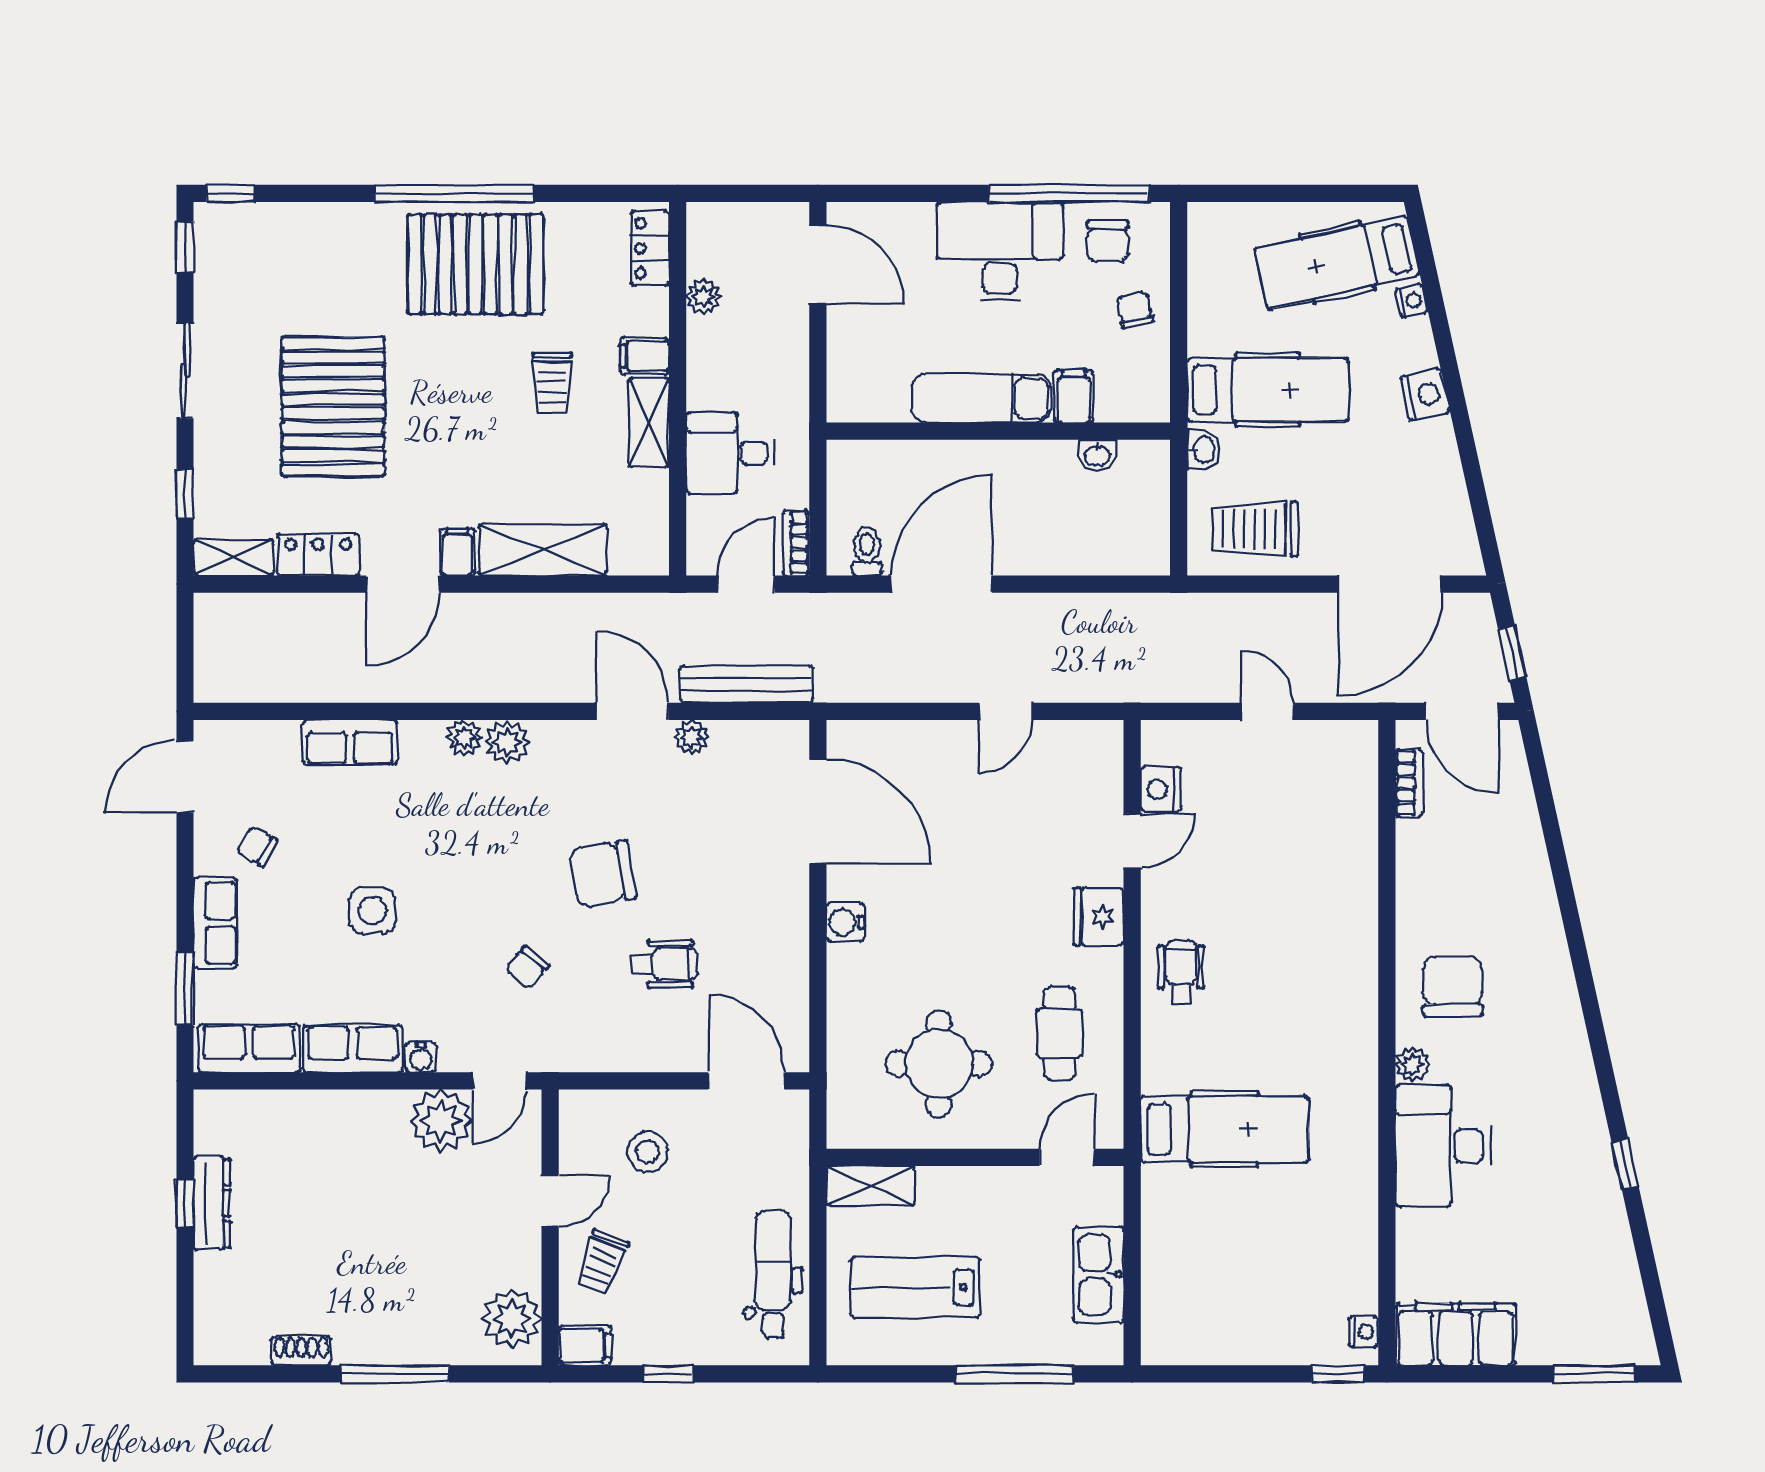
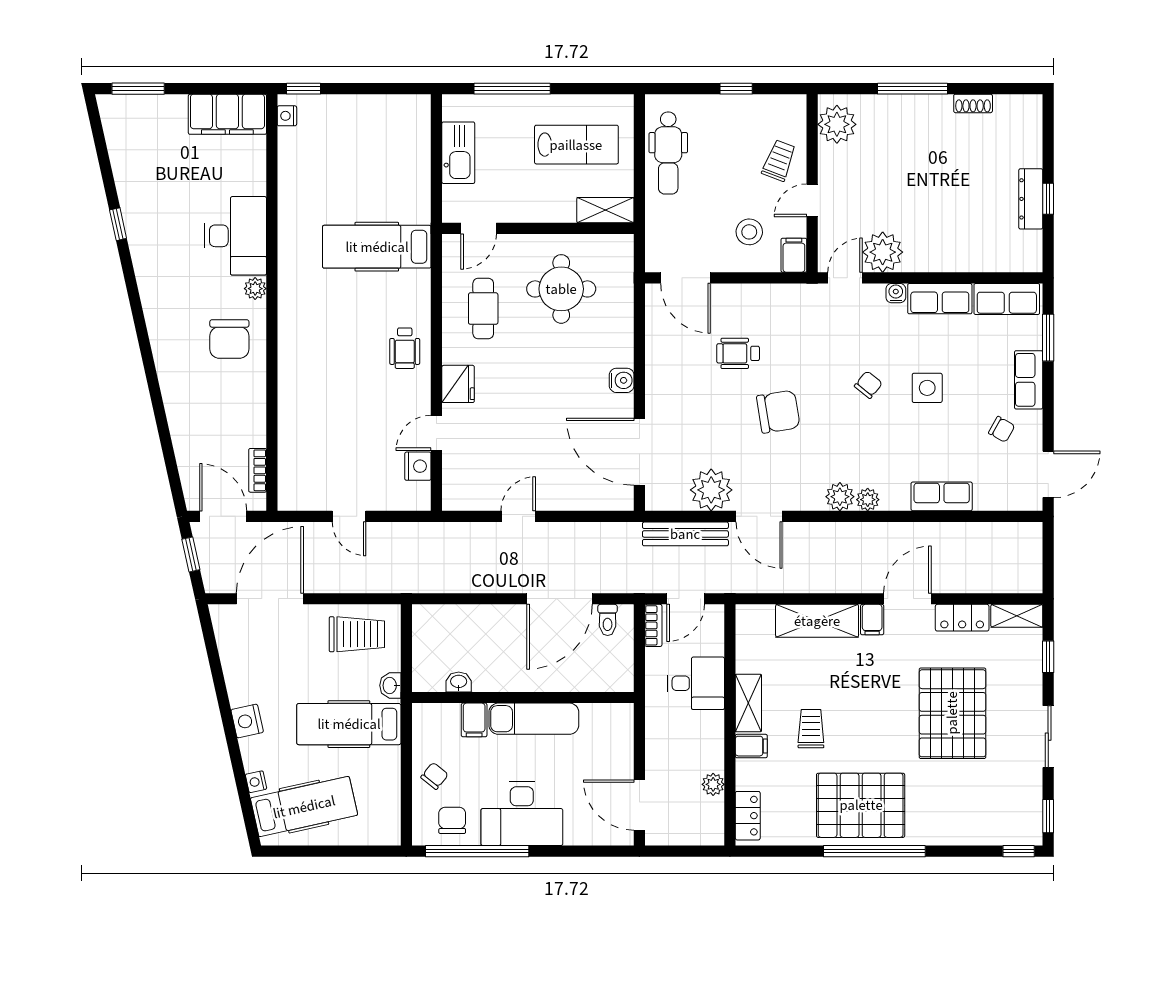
chair: (1135, 310) -> (435, 776), turned -129
plant: (691, 737) -> (711, 490), width x1.87, depth x1.87
chair: (527, 967) -> (868, 385), moved
filing cabinet: (585, 1346) -> (794, 255), moved, turned 90

